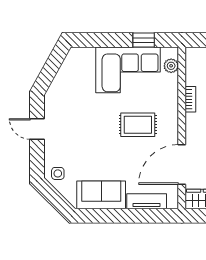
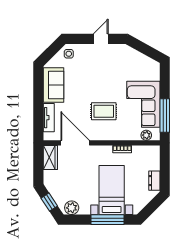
window: (144, 40) -> (165, 115), width x2.17
rug: (138, 125) -> (104, 111), turned 90

